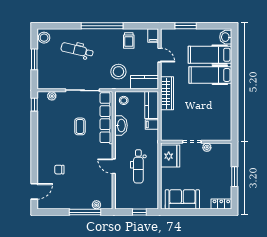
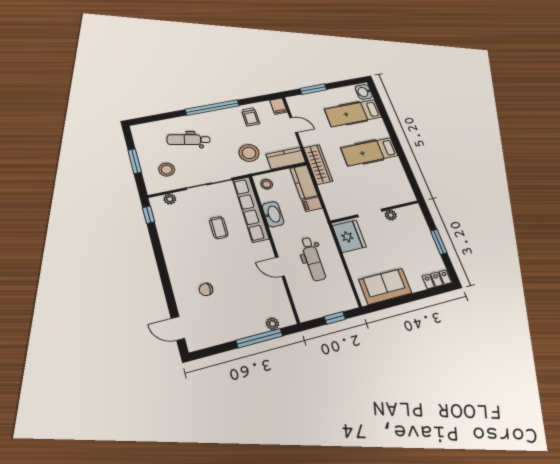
stool: (44, 38) -> (167, 170), moved
hospital bed: (210, 75) -> (369, 152), moved
door: (34, 191) -> (178, 328), swing flipped

